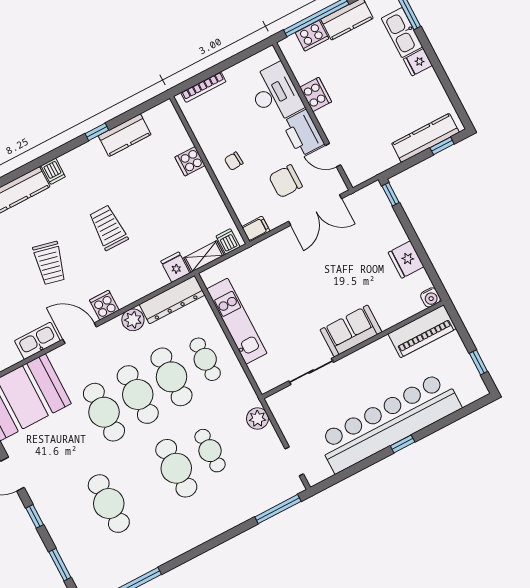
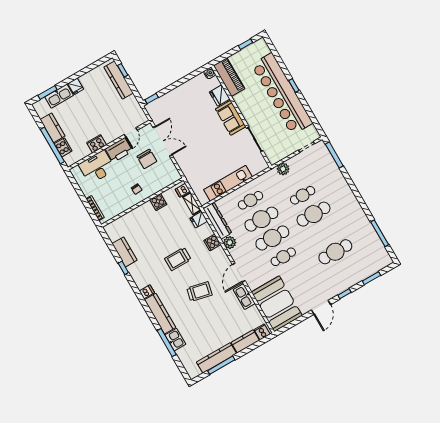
cooker: (190, 161) -> (158, 202), moved
filing cabinet: (256, 229) -> (175, 175), removed
fridge: (406, 260) -> (220, 95), moved, turned 90
cooker: (104, 305) -> (212, 242), moved
cafe table: (104, 412) -> (283, 257), width x0.73, depth x0.74

